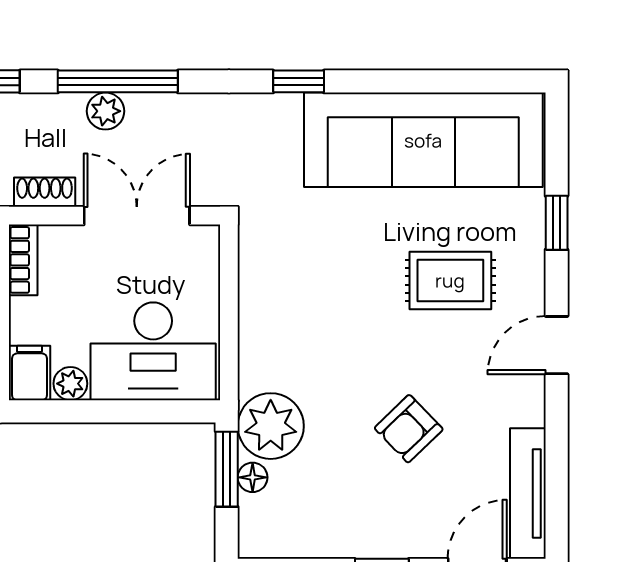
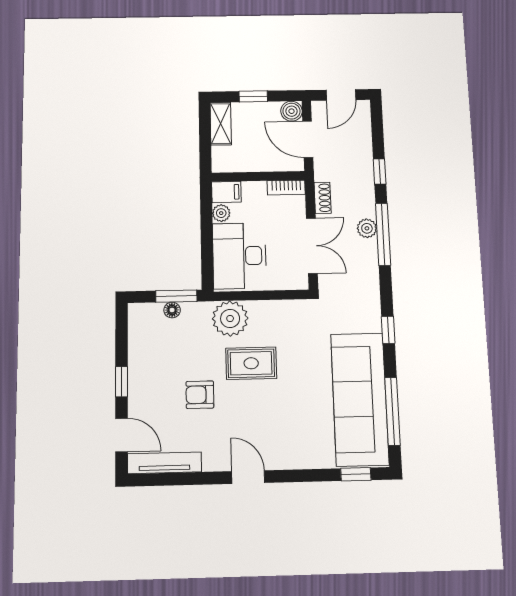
window: (447, 81) -> (392, 411), added
window: (557, 223) -> (356, 474), moved
rug: (450, 280) -> (251, 363), moved, turned 90
plant: (271, 426) -> (230, 318), moved
armchair: (409, 429) -> (200, 395), turned -46

